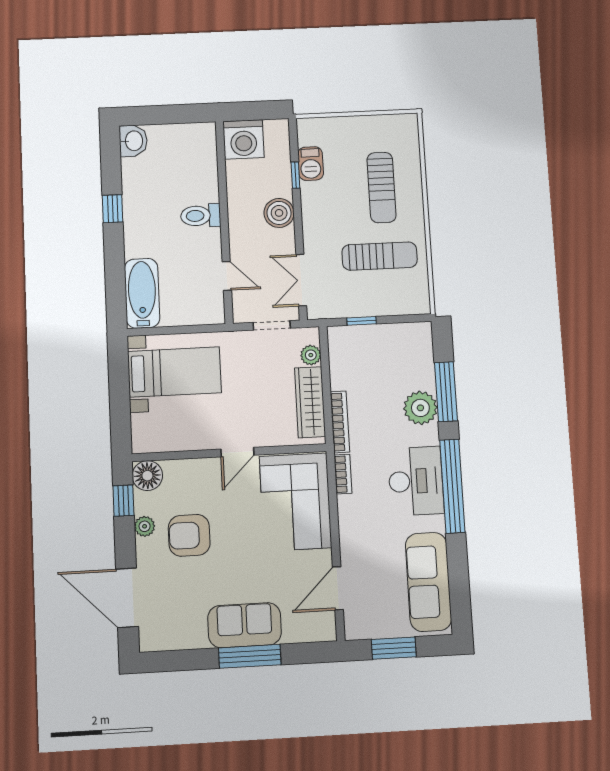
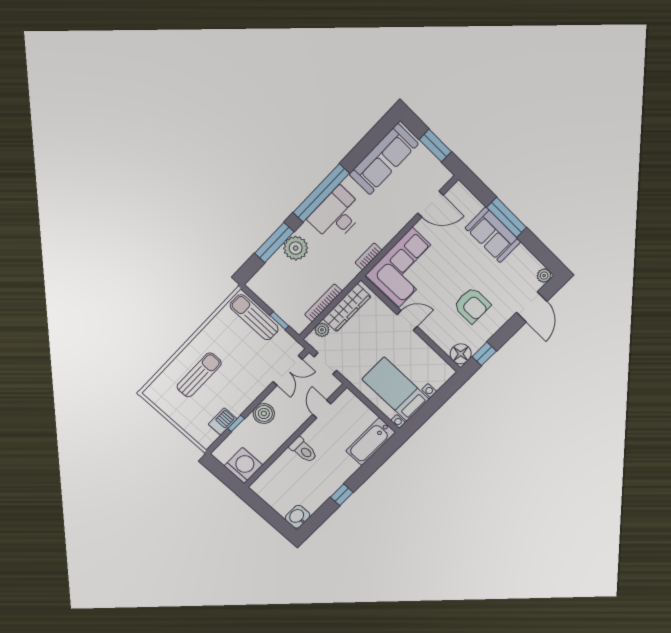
sun lounger: (380, 256) -> (254, 317), moved
bookcase: (340, 422) -> (323, 303), moved
plant: (145, 526) -> (544, 276), moved
door: (127, 598) -> (532, 307), width x0.73

